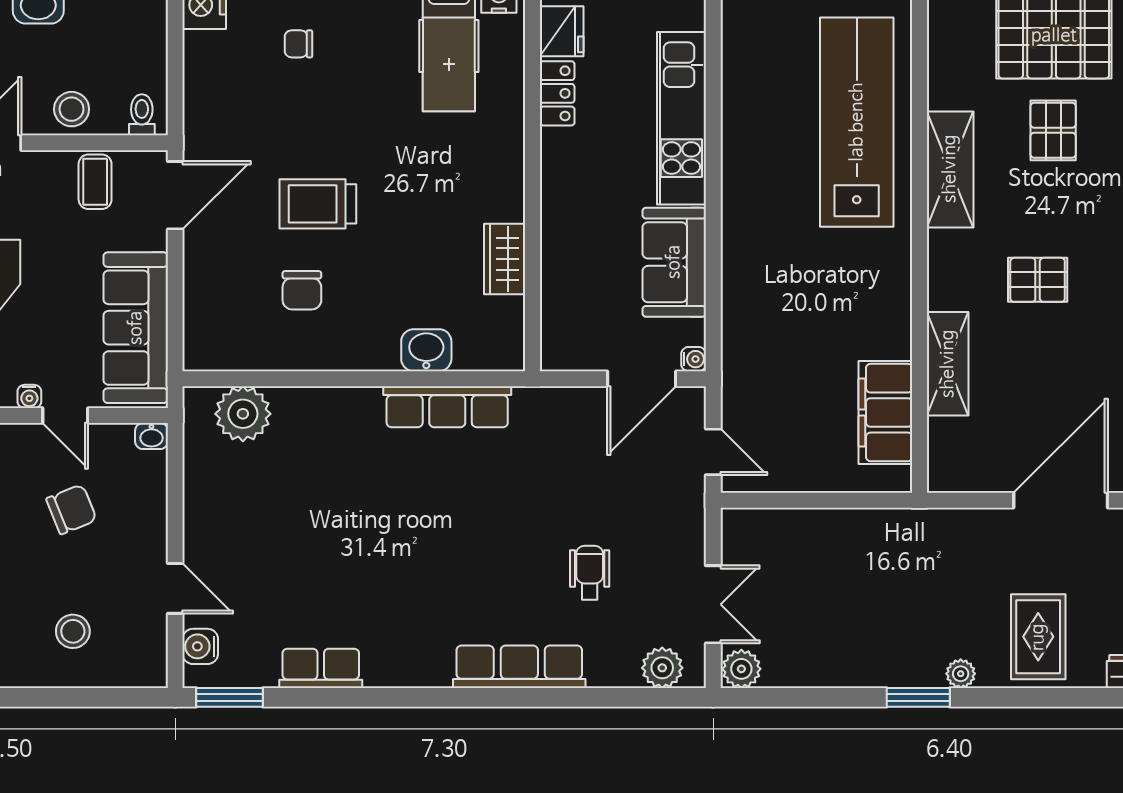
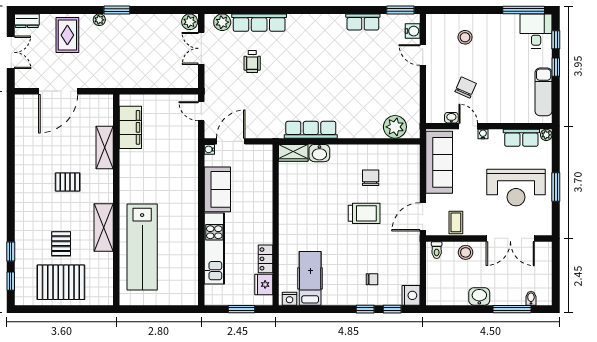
wardrobe: (505, 259) -> (293, 153), moved, turned 90
washbasin: (151, 436) -> (451, 118), moved
chair: (71, 509) -> (466, 88), turned 136
row of seats: (519, 667) -> (259, 23), moved

